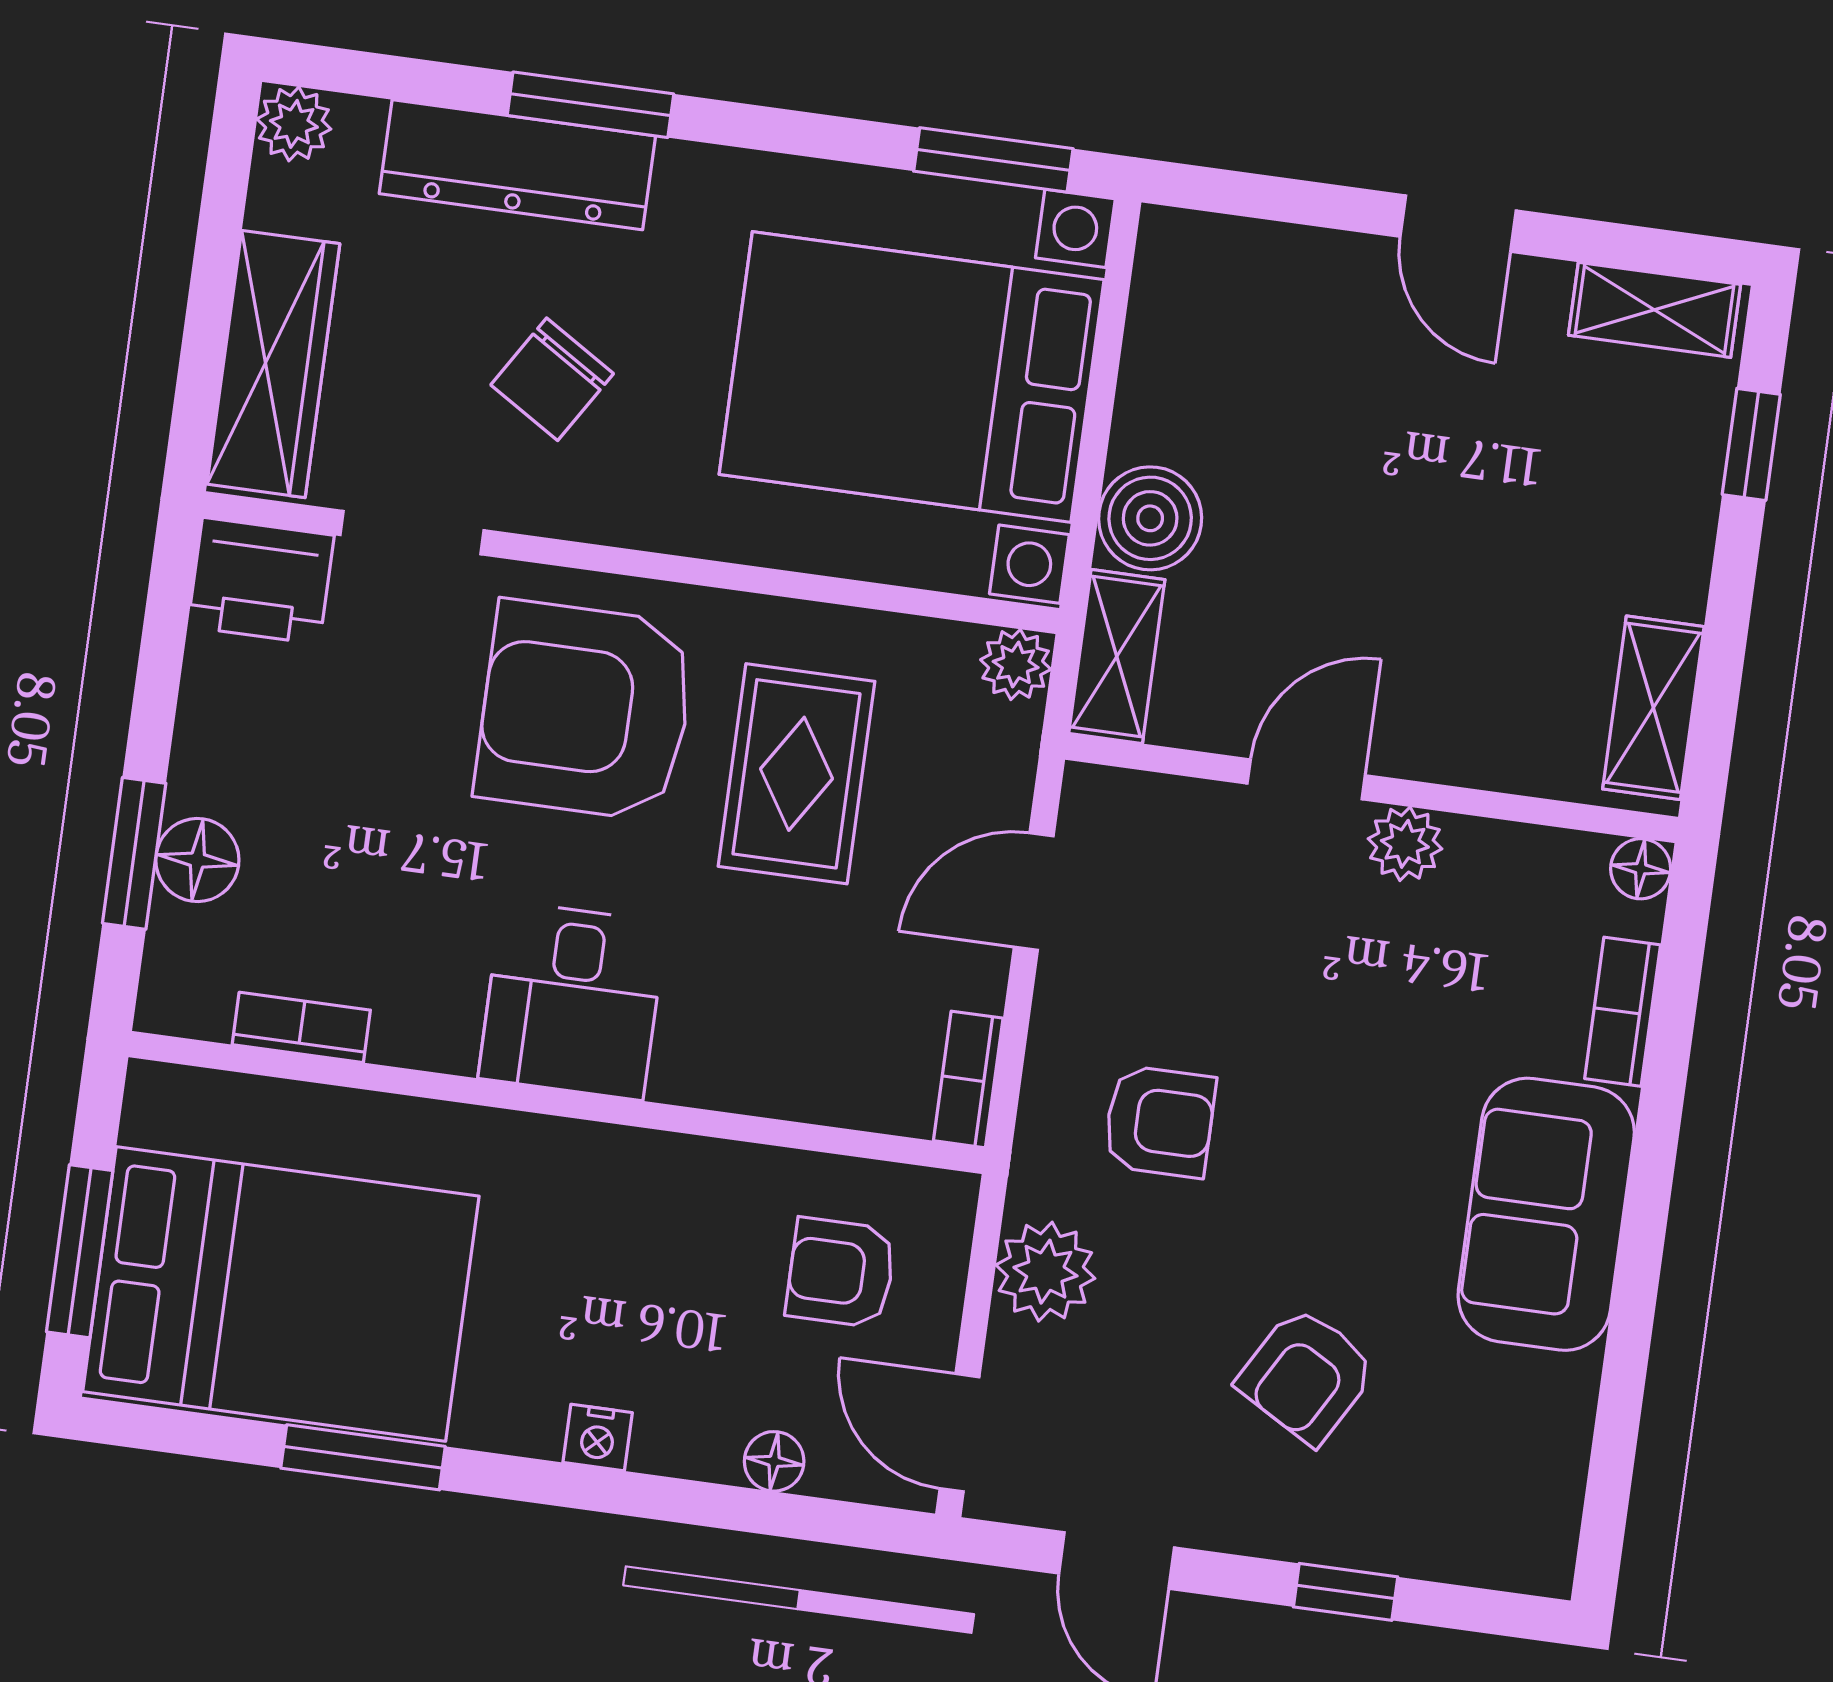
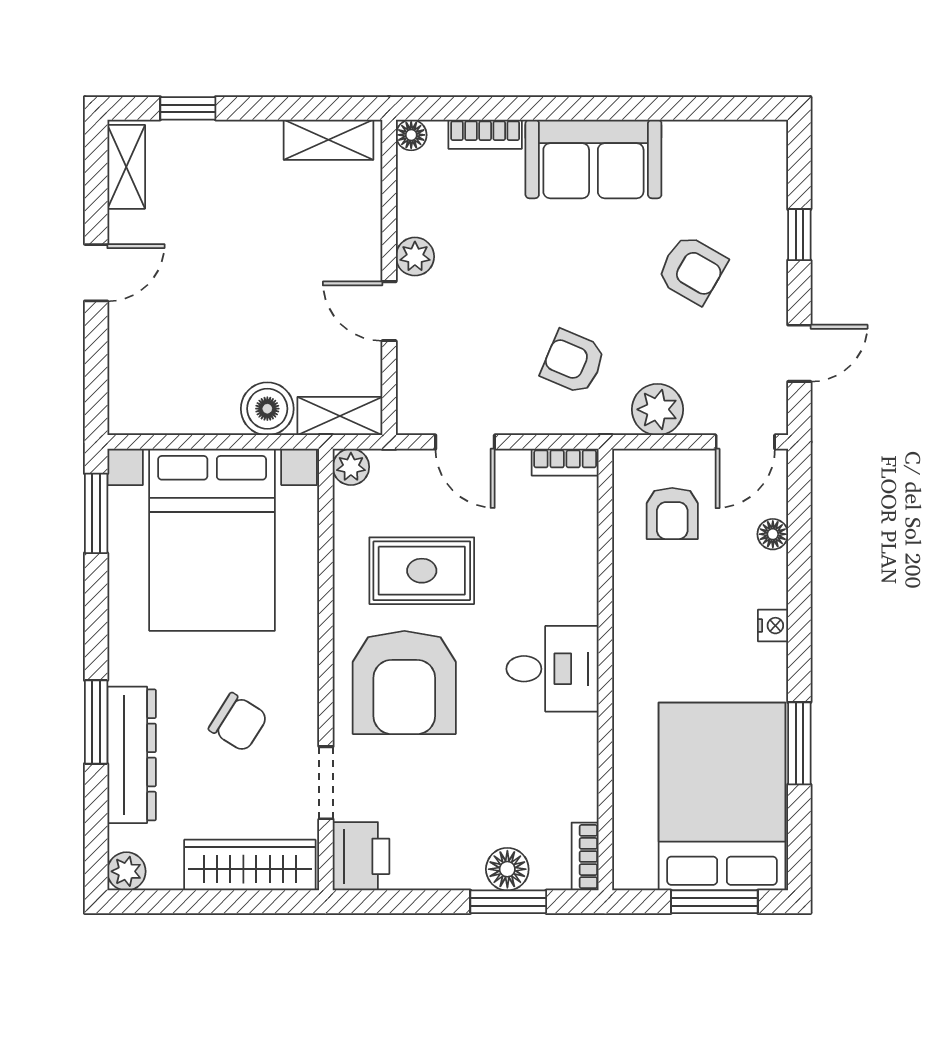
bookcase: (301, 1027) -> (585, 857), moved
armchair: (1160, 1121) -> (573, 362), turned -67

